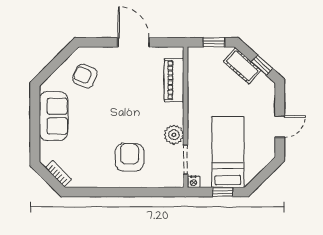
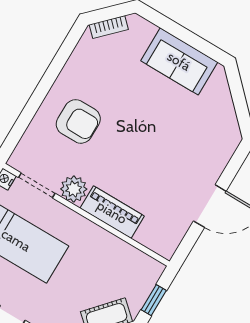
armchair: (85, 76) -> (204, 126), removed
piano: (174, 80) -> (112, 212), moved

